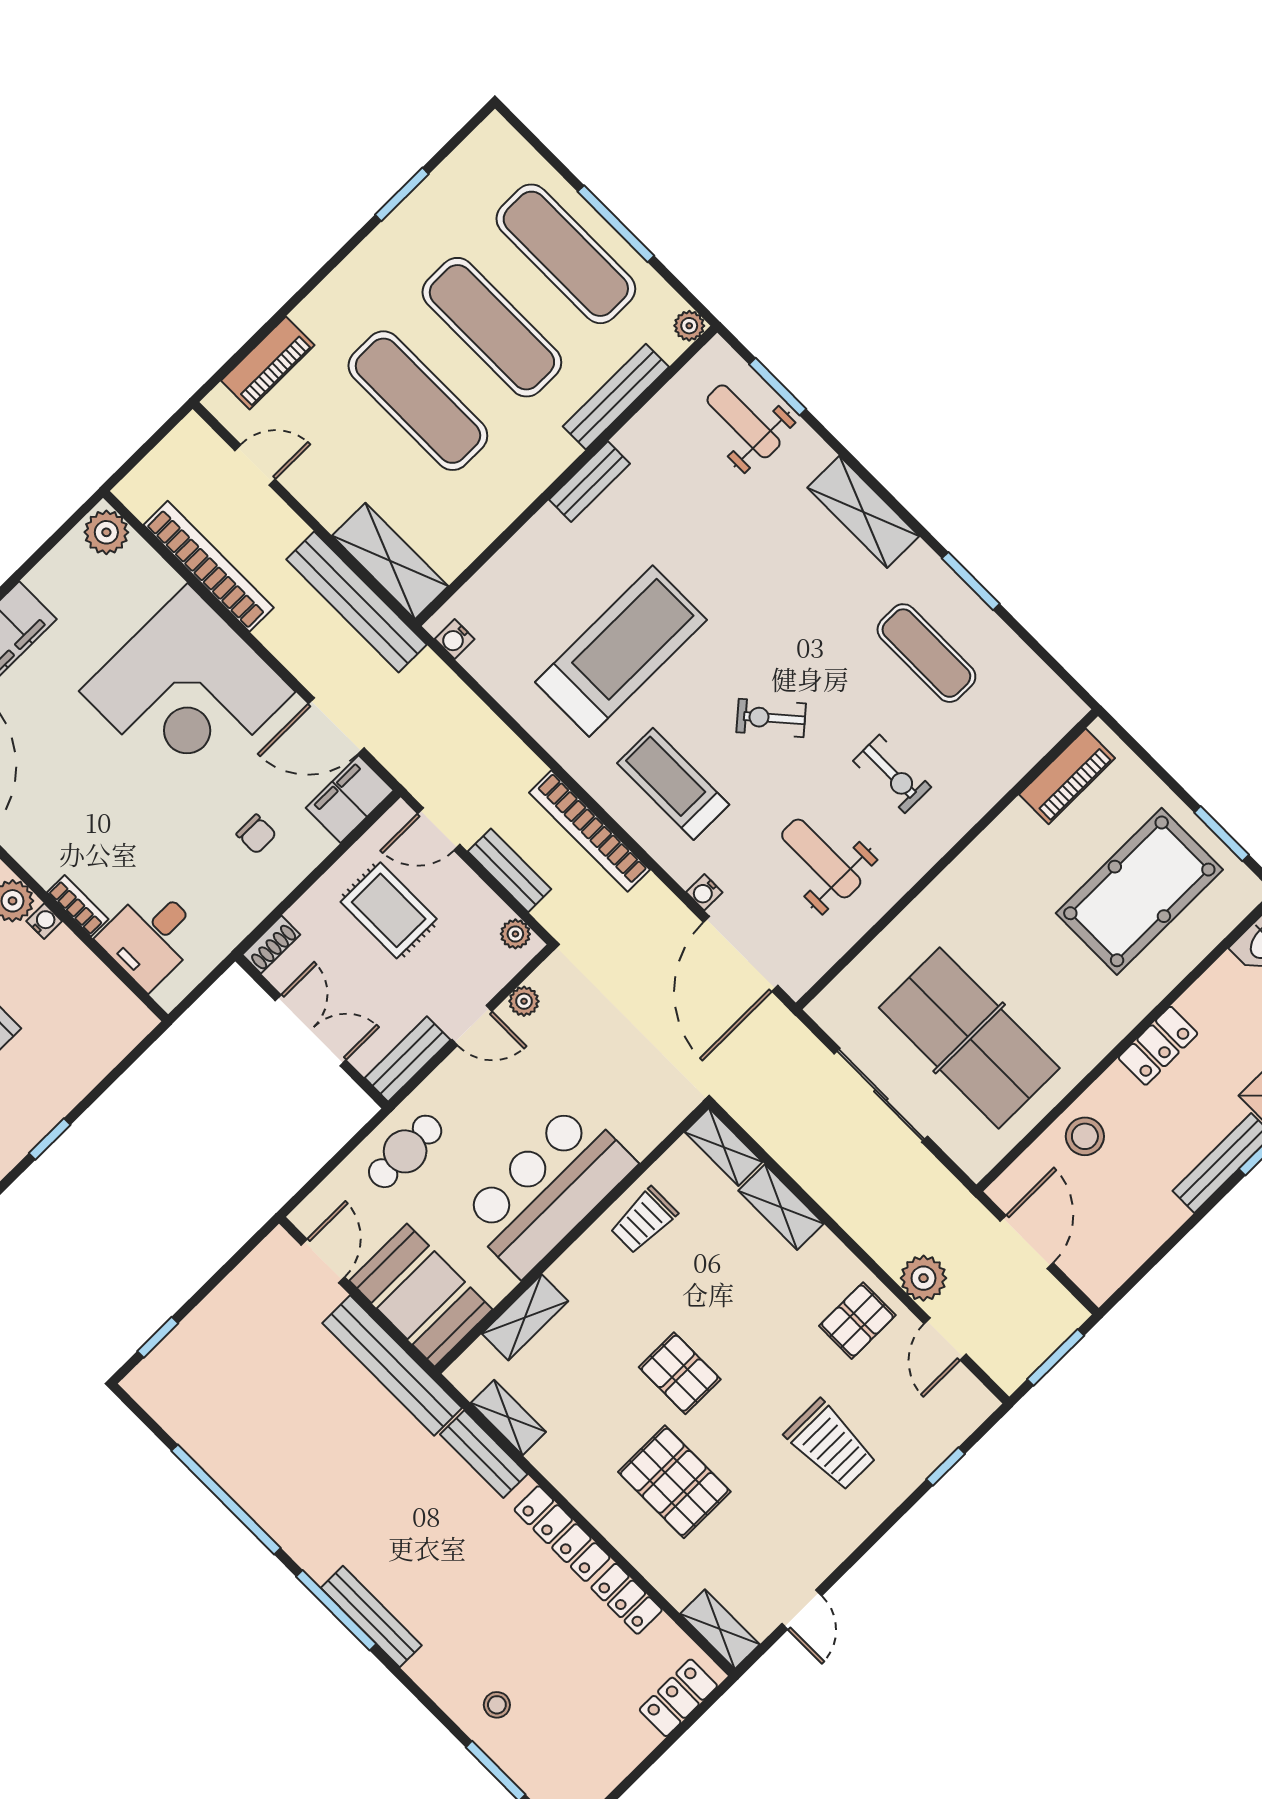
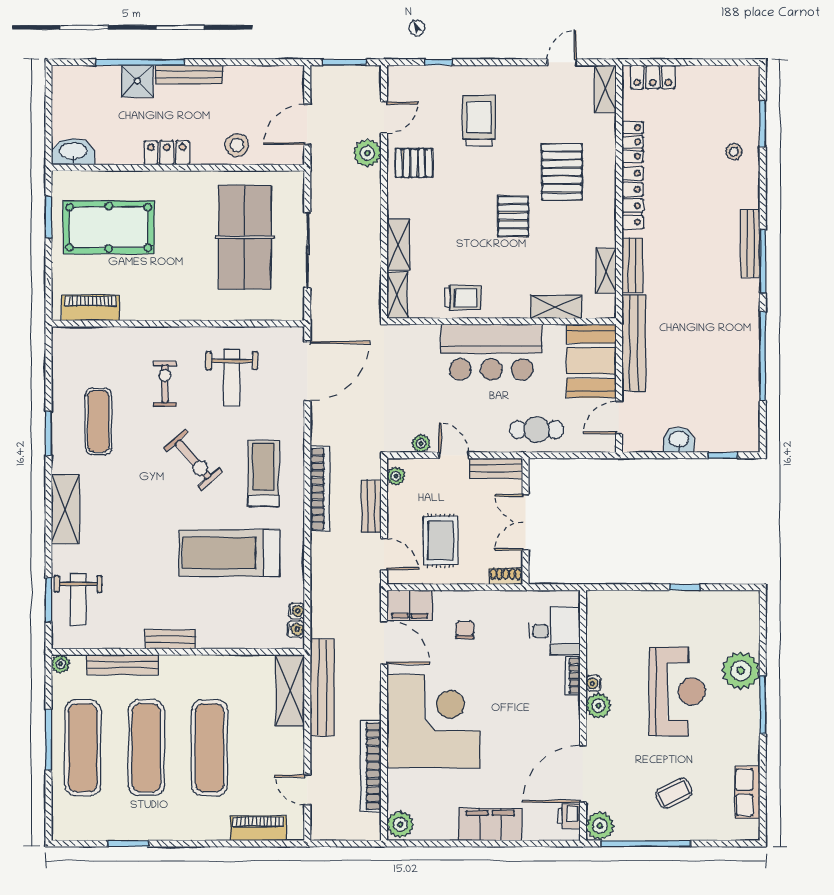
exercise bike: (771, 718) -> (193, 460), width x1.38, depth x1.39
treadmill: (673, 784) -> (264, 473), turned 180
water cooler: (704, 892) -> (297, 611), moved
washbasin: (227, 1304) -> (679, 440), added

